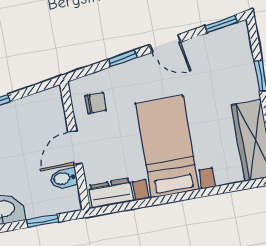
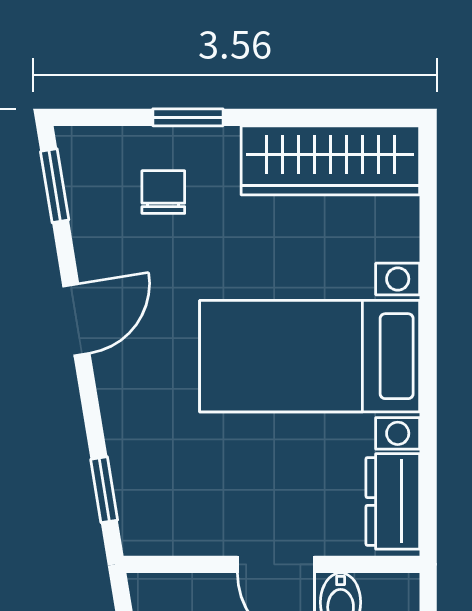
window: (122, 58) -> (104, 490), moved
chair: (96, 103) -> (163, 192), moved

